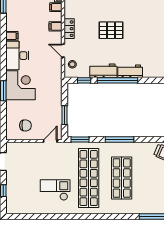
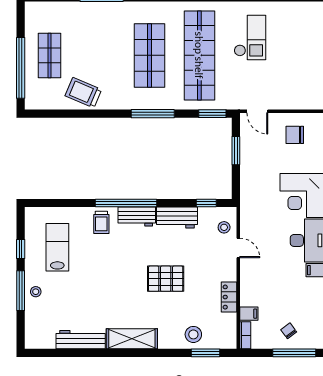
filing cabinet: (56, 26) -> (249, 284), removed
locker: (69, 29) -> (229, 297), moved
trolley: (154, 68) -> (101, 222), added
window: (118, 80) -> (126, 203), moved
door: (50, 141) -> (257, 111), hinge flipped
checkout: (55, 190) -> (250, 38), turned -90

